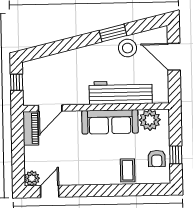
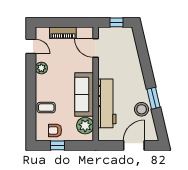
piano: (31, 128) -> (63, 33), moved
plant: (32, 178) -> (41, 68), moved

